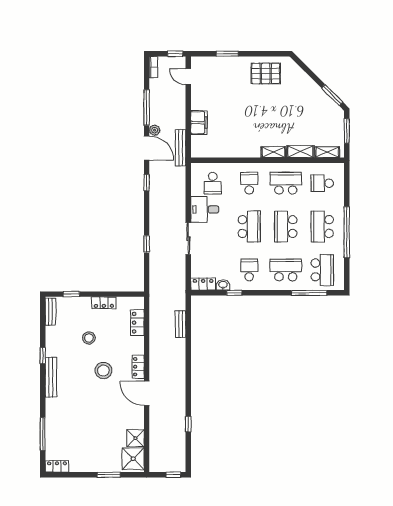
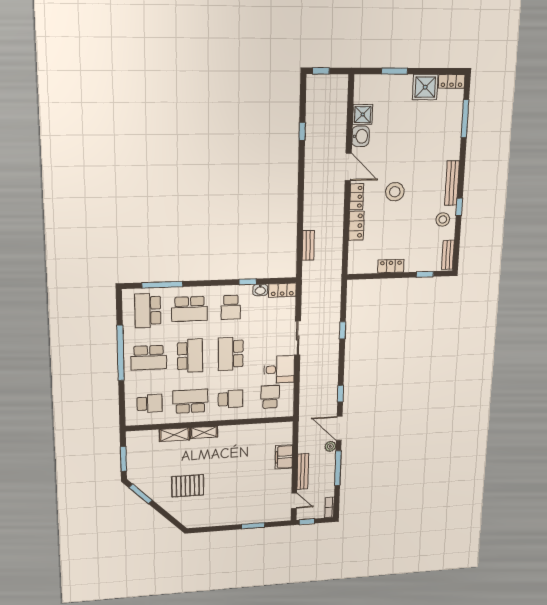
pallet: (266, 74) -> (188, 486), moved
bench: (181, 148) -> (303, 471), moved
shelving: (327, 152) -> (145, 436), removed
school desk: (249, 183) -> (230, 399), turned -90
school desk: (286, 183) -> (190, 401), turned 180
school desk: (322, 227) -> (149, 358), turned 90
locker: (137, 323) -> (356, 226), moved
stool: (89, 338) -> (443, 220), moved
washbasin: (137, 420) -> (361, 136), added
shower: (133, 459) -> (425, 87), moved

